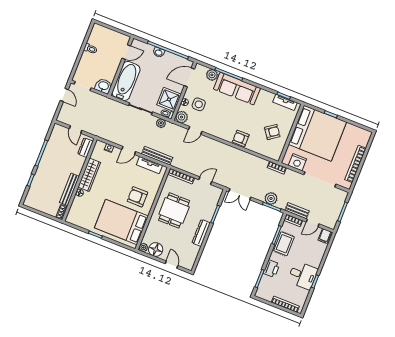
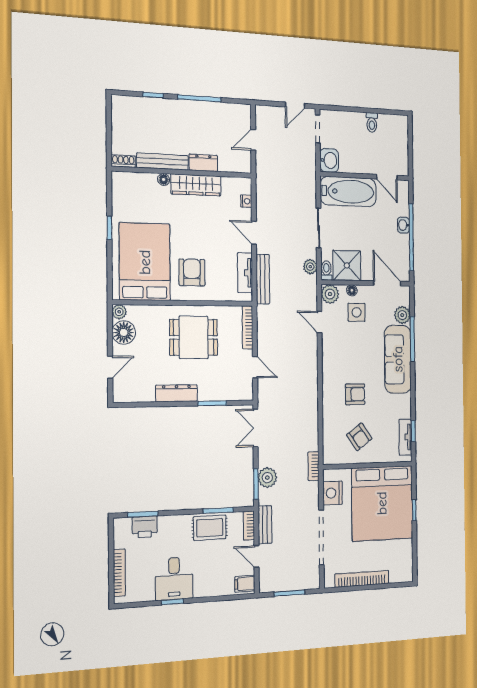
armchair: (241, 138) -> (355, 394), moved, turned 90
dresser: (85, 148) -> (203, 163), moved
printer: (271, 269) -> (145, 527), moved

